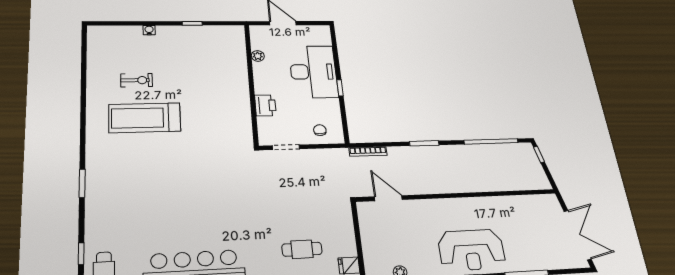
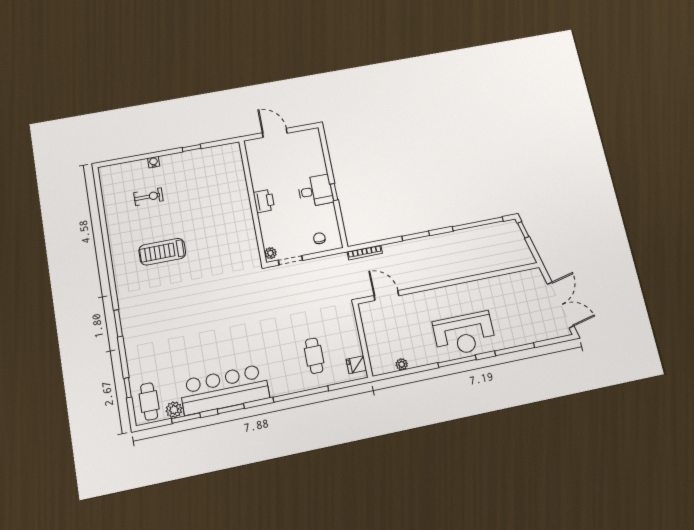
plant: (258, 56) -> (270, 253), moved
desk: (313, 72) -> (315, 191), width x0.53, depth x0.77
exercise bike: (137, 80) -> (148, 197), moved
printer: (265, 105) -> (264, 201), moved
treadmill: (145, 118) -> (162, 252), width x0.73, depth x0.73
cafe table: (302, 249) -> (314, 356), turned 90

